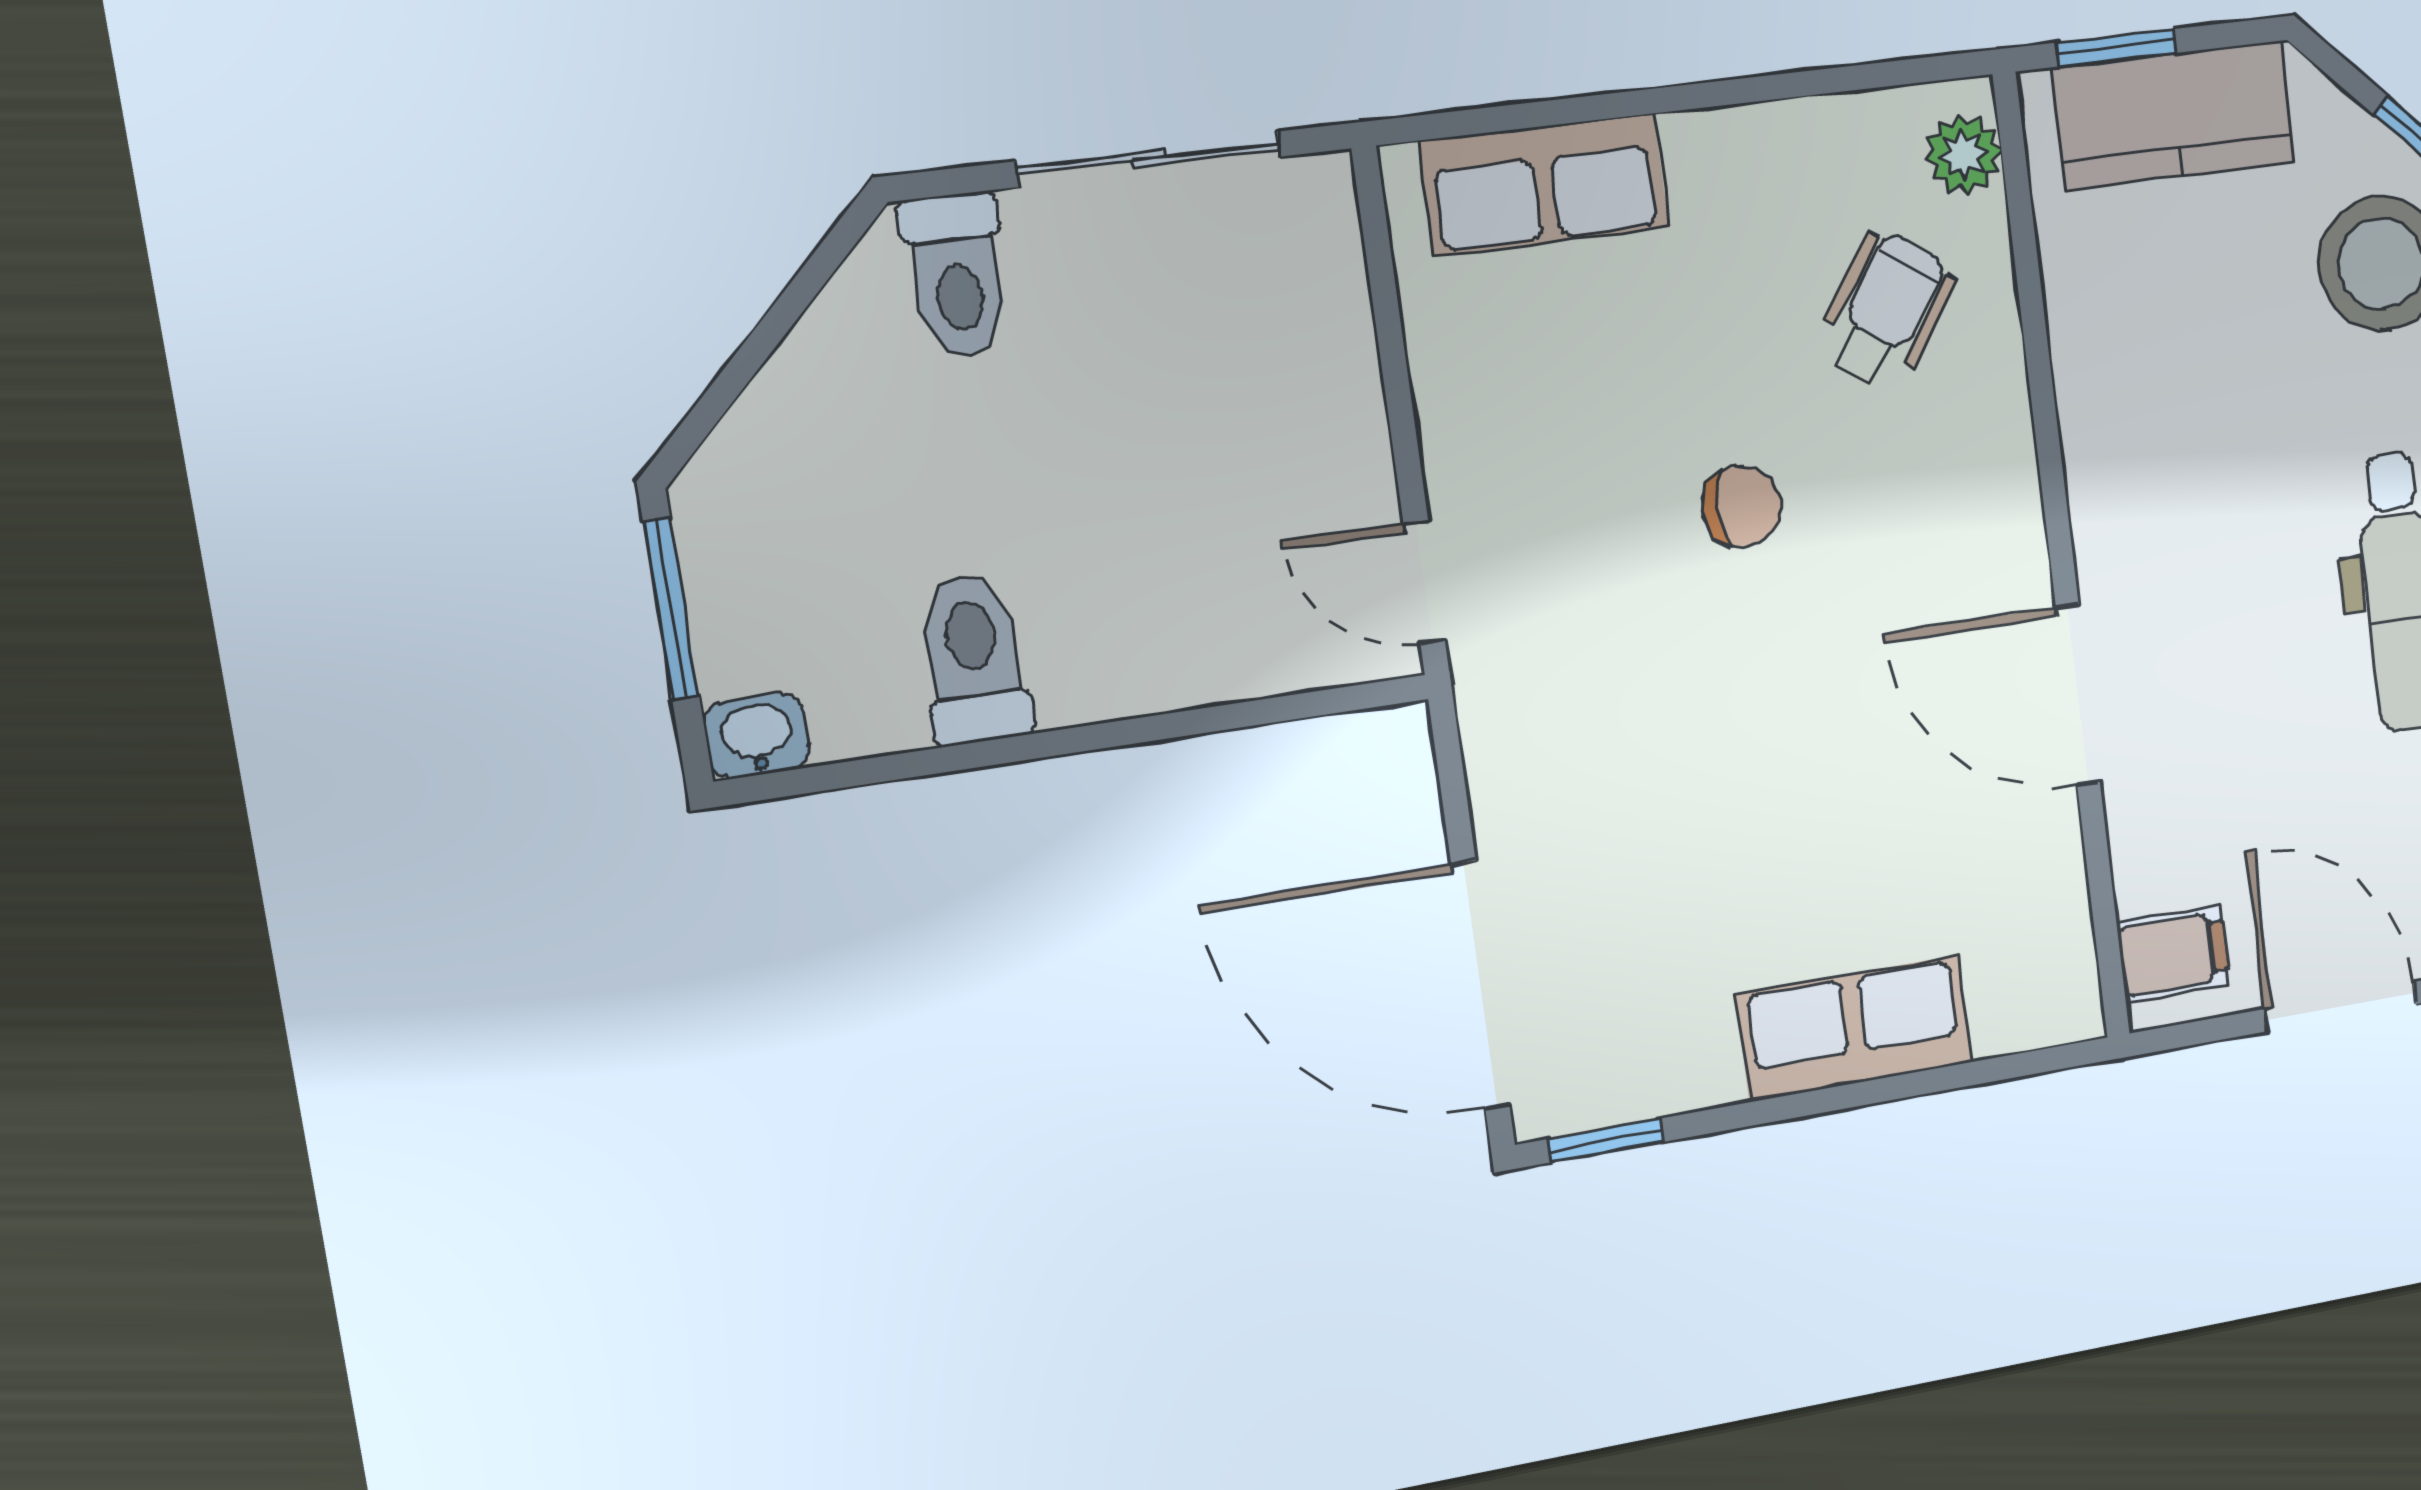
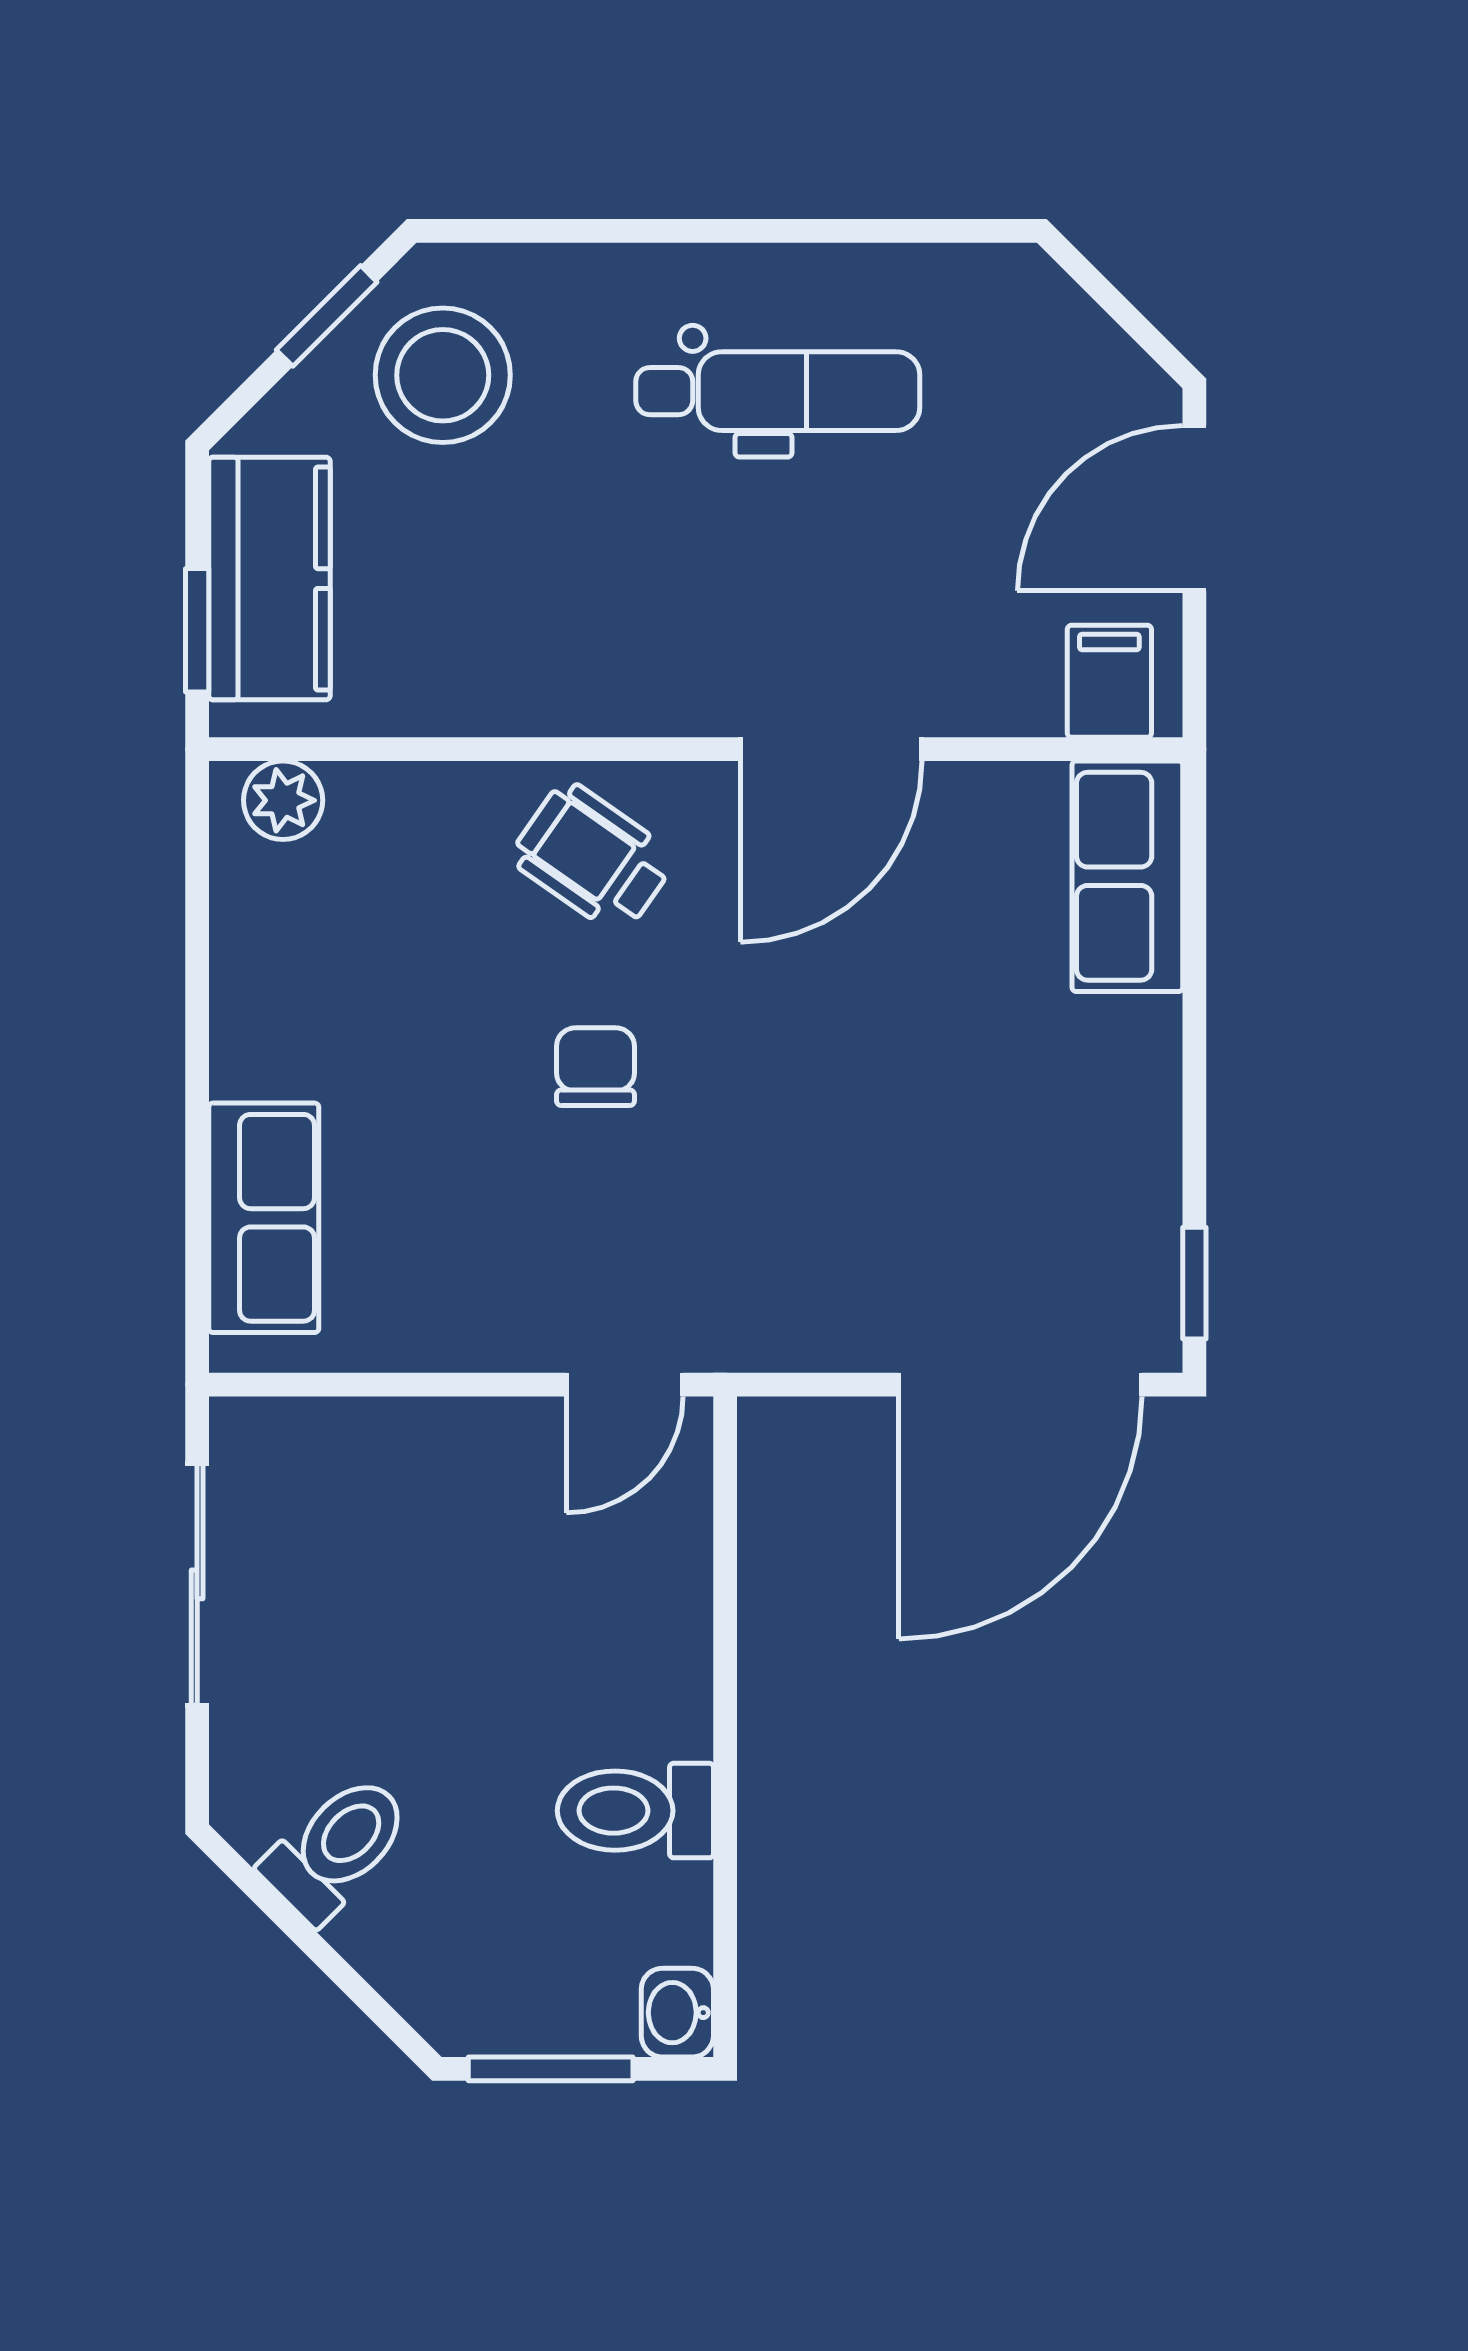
toilet: (957, 275) -> (337, 1848), moved, turned -45
wheelchair: (1886, 310) -> (593, 858), moved
row of seats: (1854, 1028) -> (1127, 876), moved

